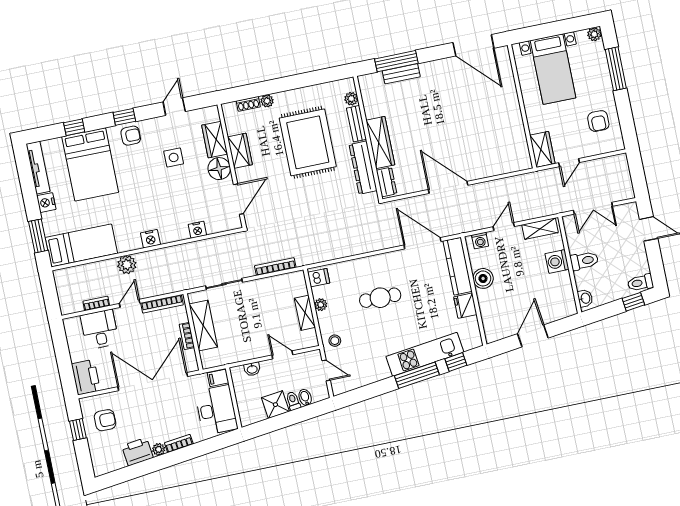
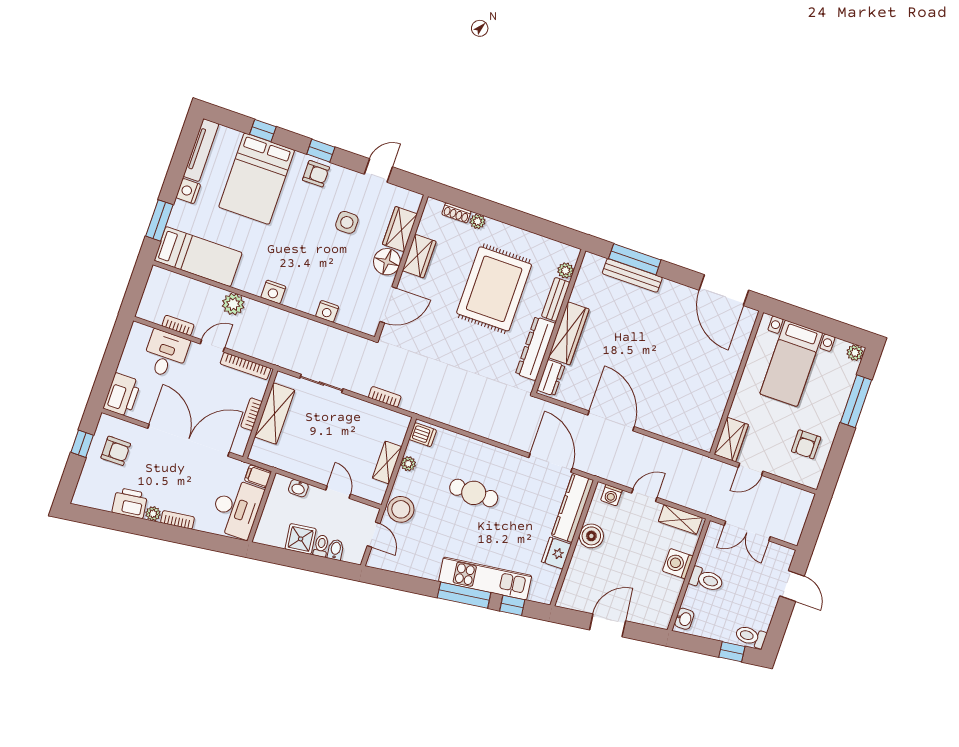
bench: (401, 74) -> (632, 275), width x1.36
bookcase: (275, 267) -> (385, 397), width x0.64
stool: (335, 341) -> (401, 509), width x1.89, depth x1.89

